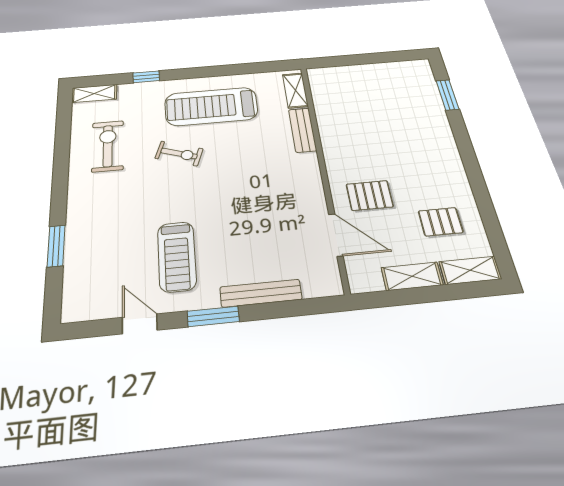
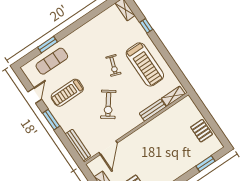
treadmill: (211, 106) -> (145, 64), turned 180
exercise bike: (108, 146) -> (108, 104), moved, turned 126
pallet: (370, 195) -> (202, 131), moved
exercise mat: (94, 254) -> (52, 61), added
bench: (261, 293) -> (78, 145), moved

